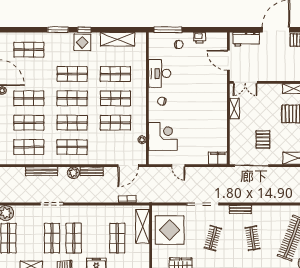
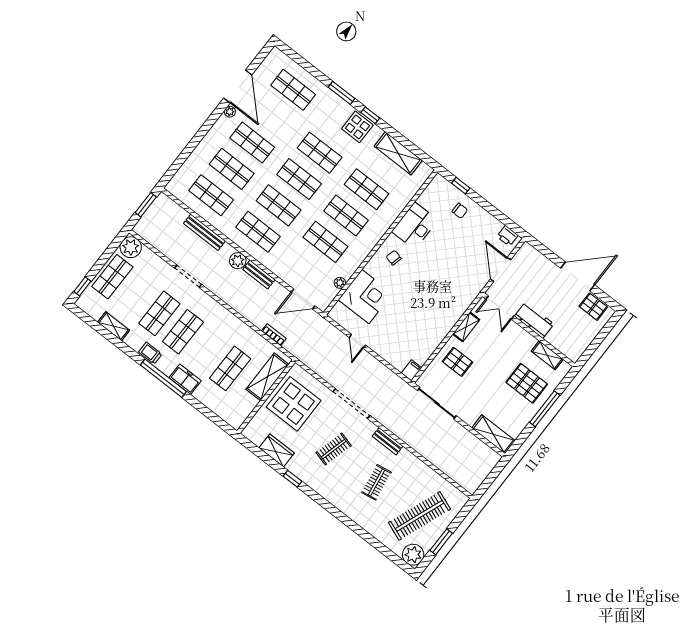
window: (168, 30) -> (461, 186), width x0.46
printer: (199, 38) -> (508, 236), moved
workbench: (246, 39) -> (534, 320), moved, turned 180
pallet: (263, 139) -> (458, 362), moved, turned 90
filing cabinet: (218, 158) -> (412, 370), width x0.50

